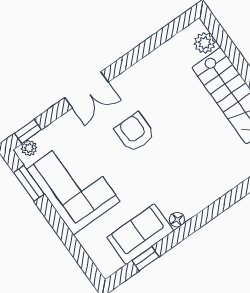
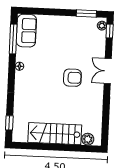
corner sofa: (73, 185) -> (70, 32), removed
sofa: (140, 234) -> (26, 31), moved
window: (146, 259) -> (13, 39), width x2.17

